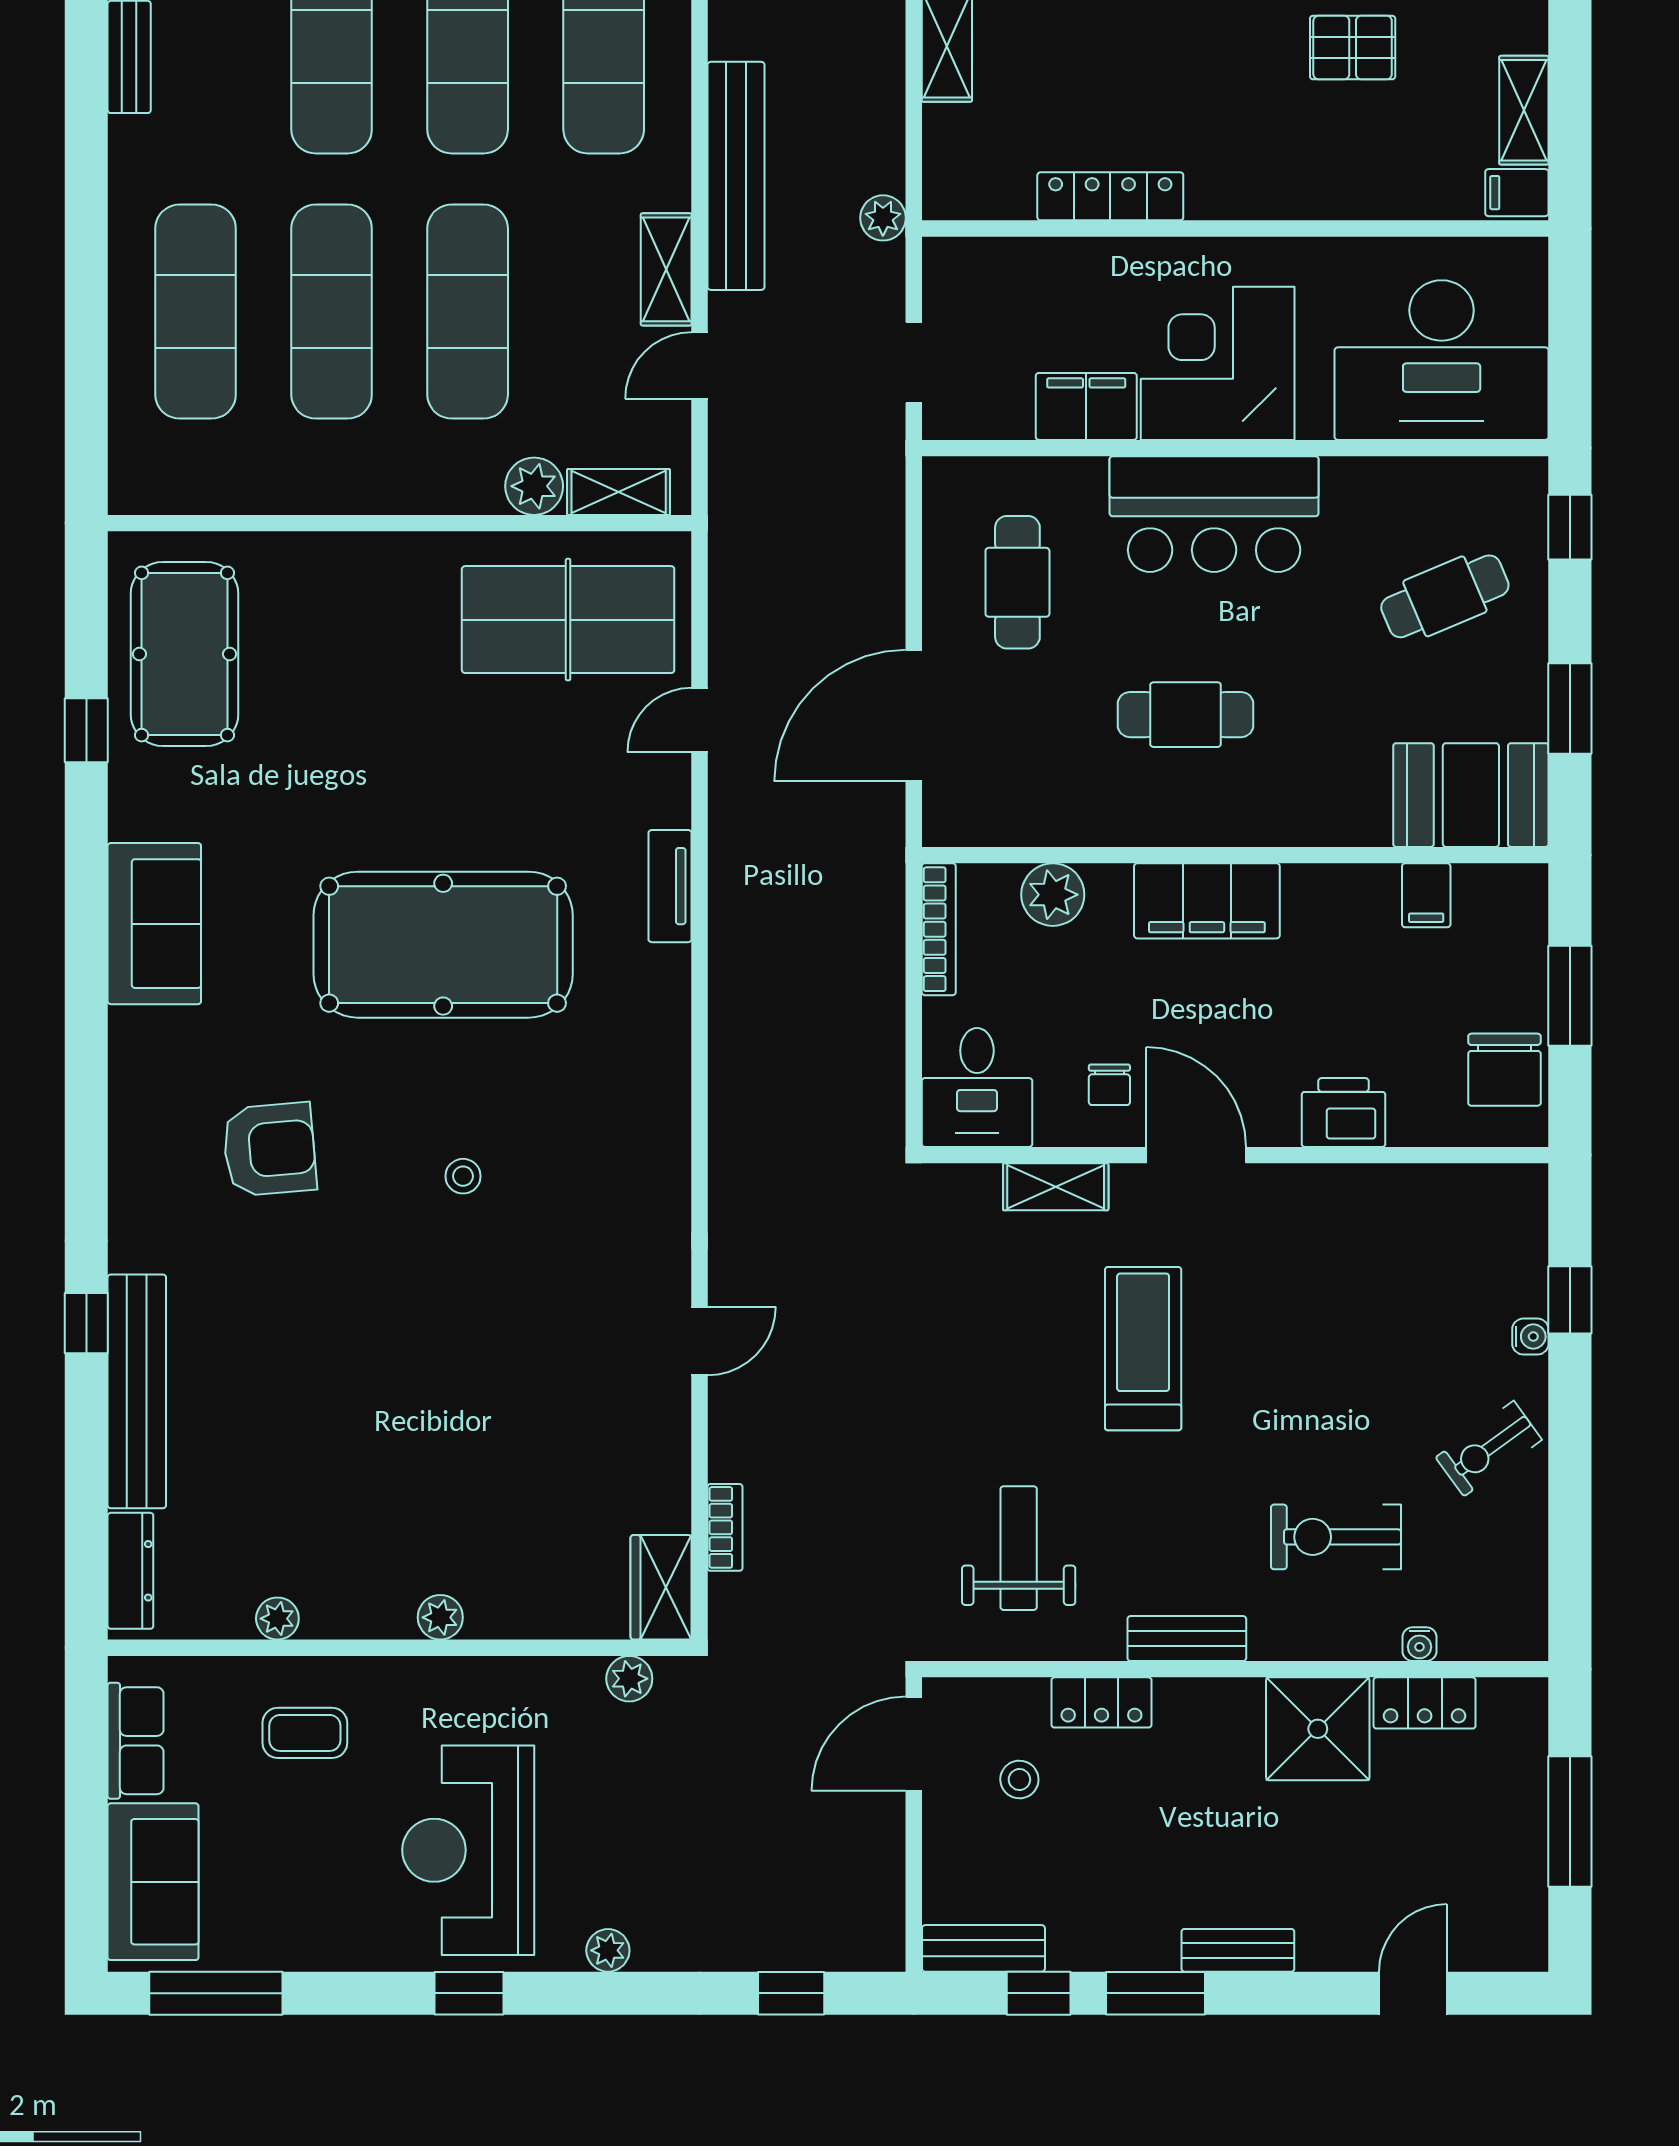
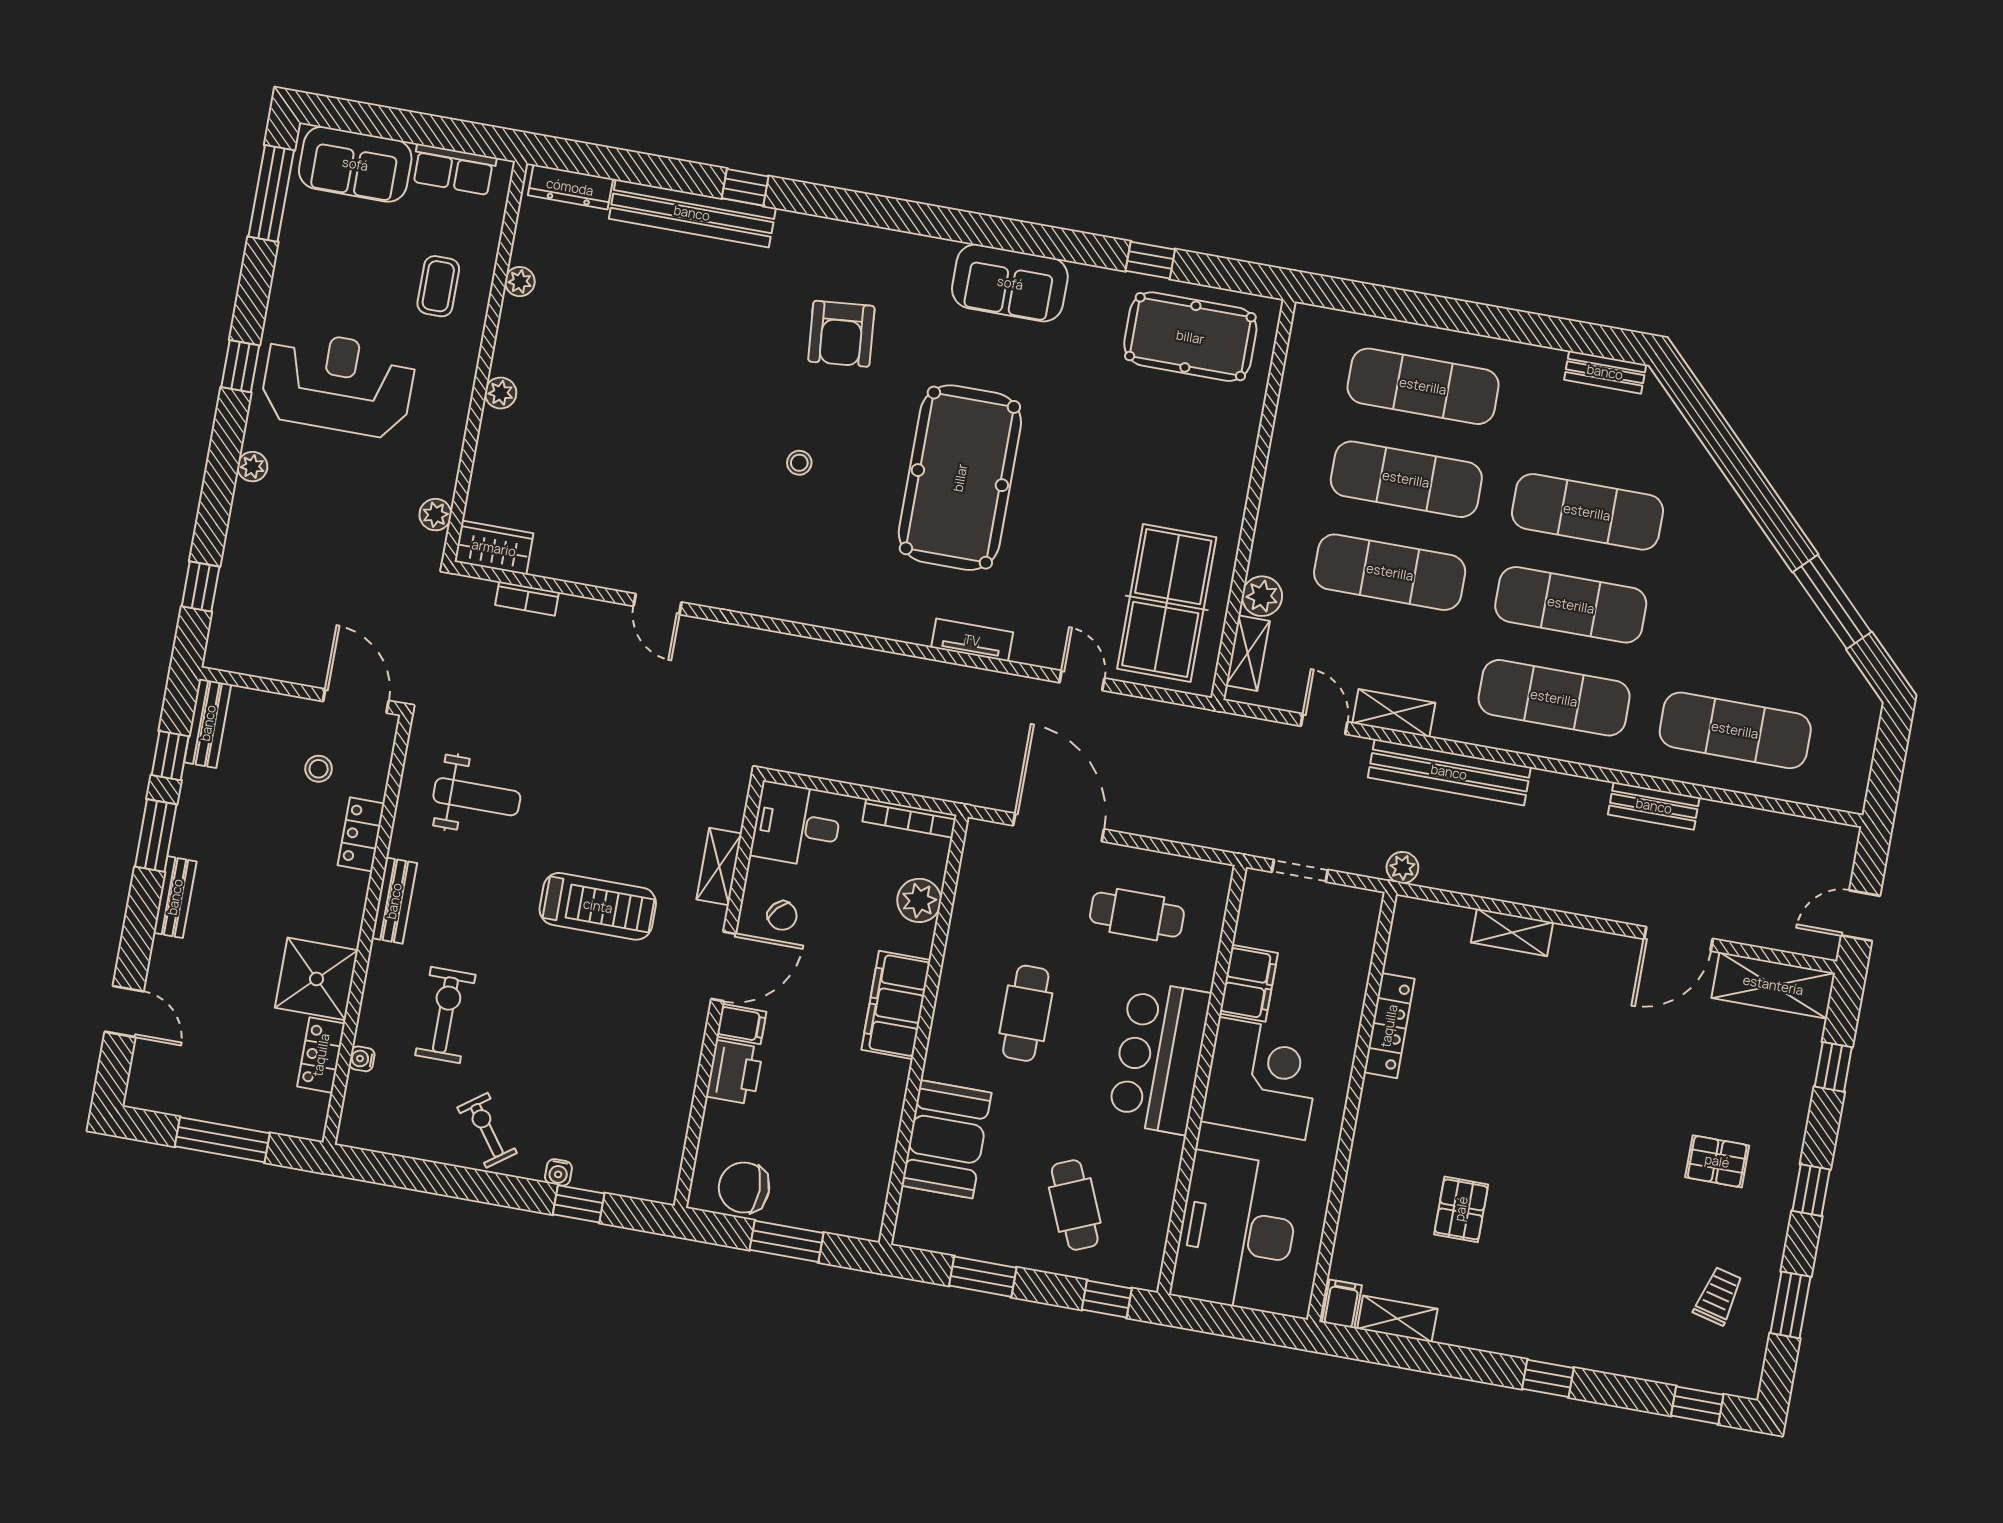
booth: (1471, 795) -> (946, 1139), moved
filing cabinet: (1426, 895) -> (742, 1024), moved, turned 180
chair: (1109, 1085) -> (782, 916), turned -137

